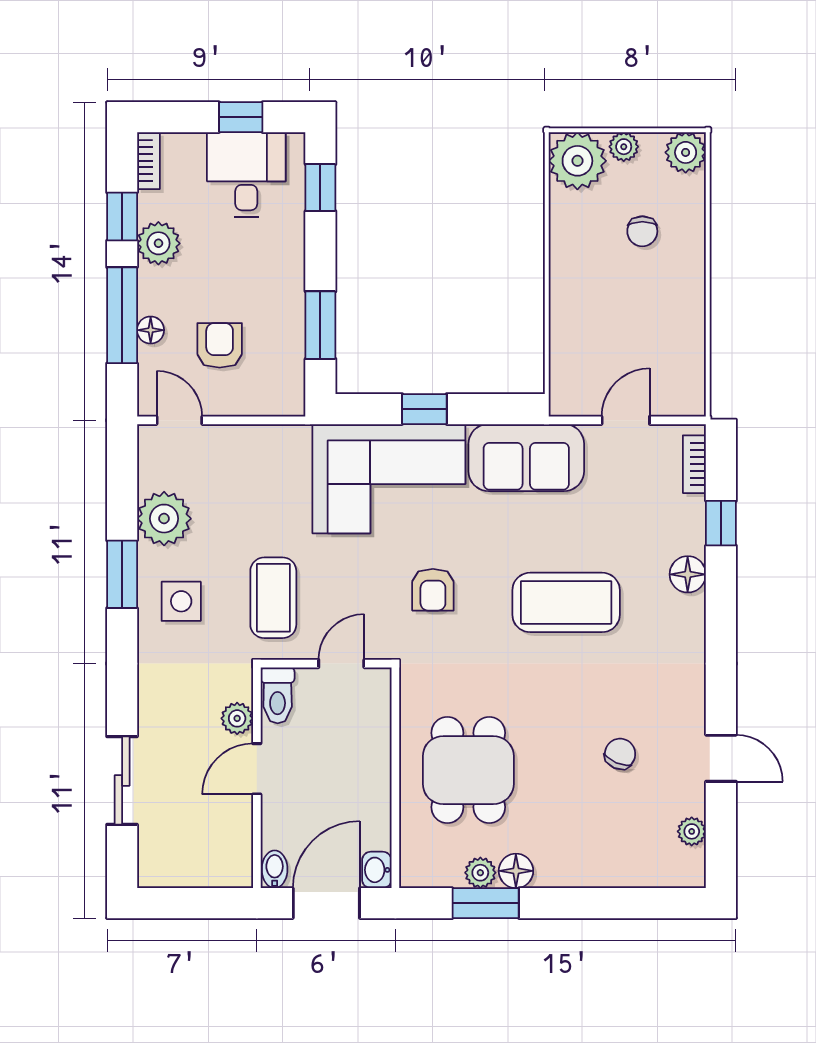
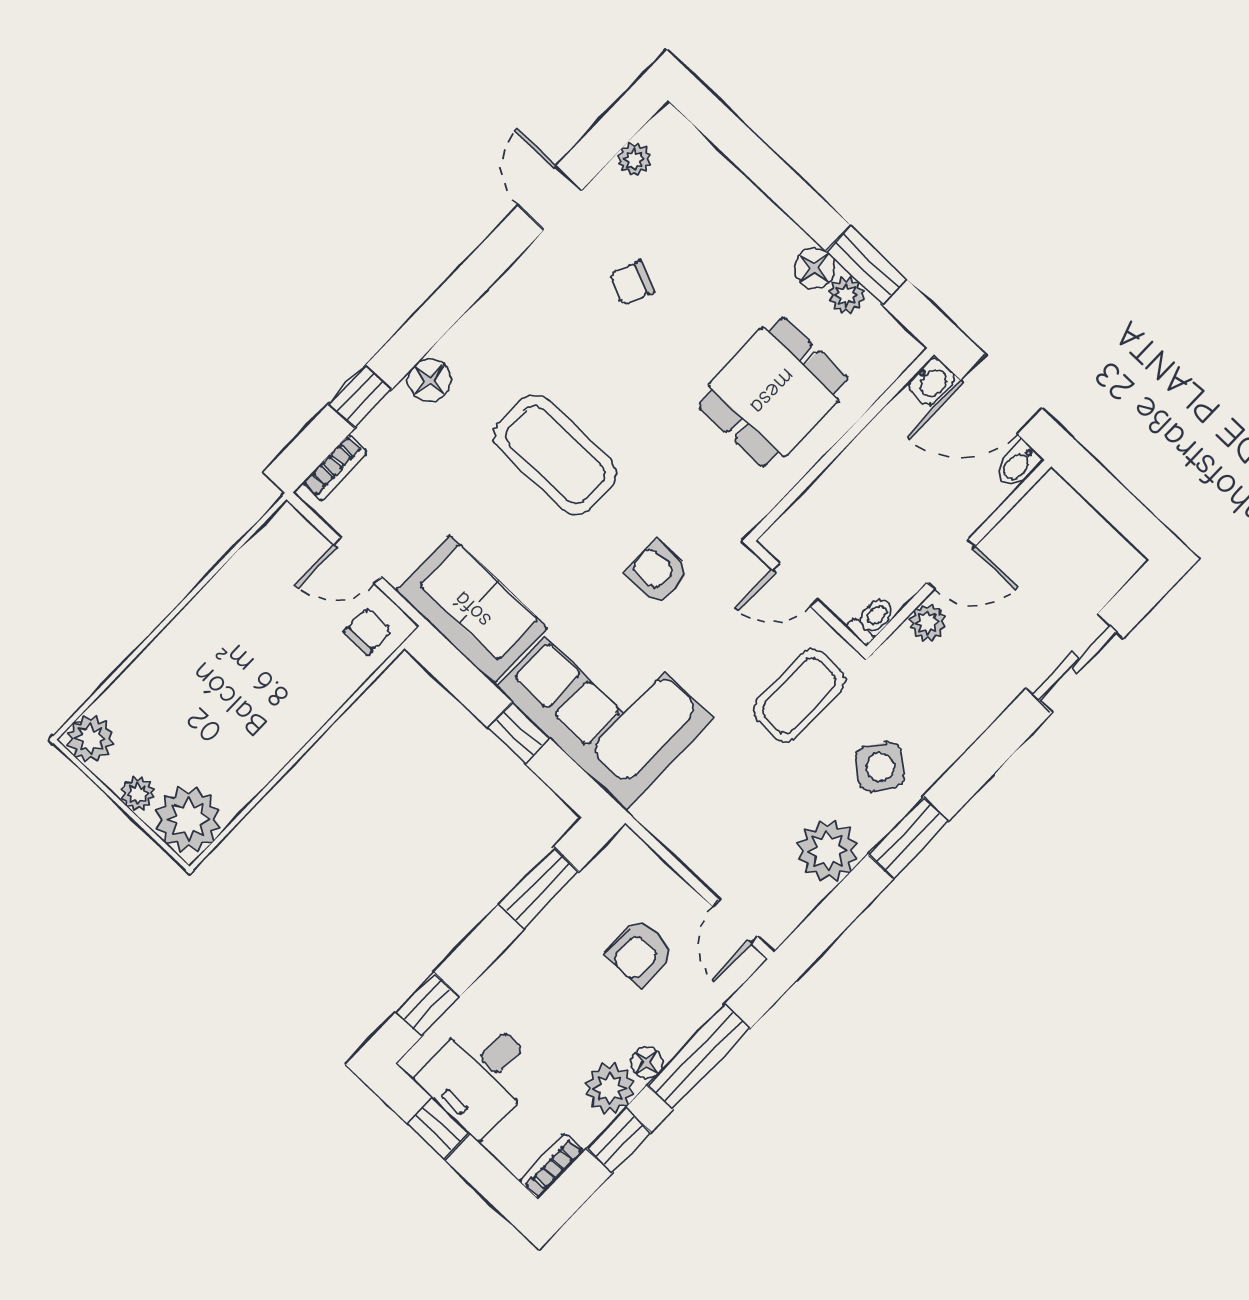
chair: (642, 231) -> (367, 631), moved
floor lamp: (151, 330) -> (647, 1062), moved
armchair: (433, 590) -> (658, 573), turned -90
side table: (181, 601) -> (880, 767), turned 36
toilet: (278, 695) -> (872, 620), width x0.73, depth x0.72

